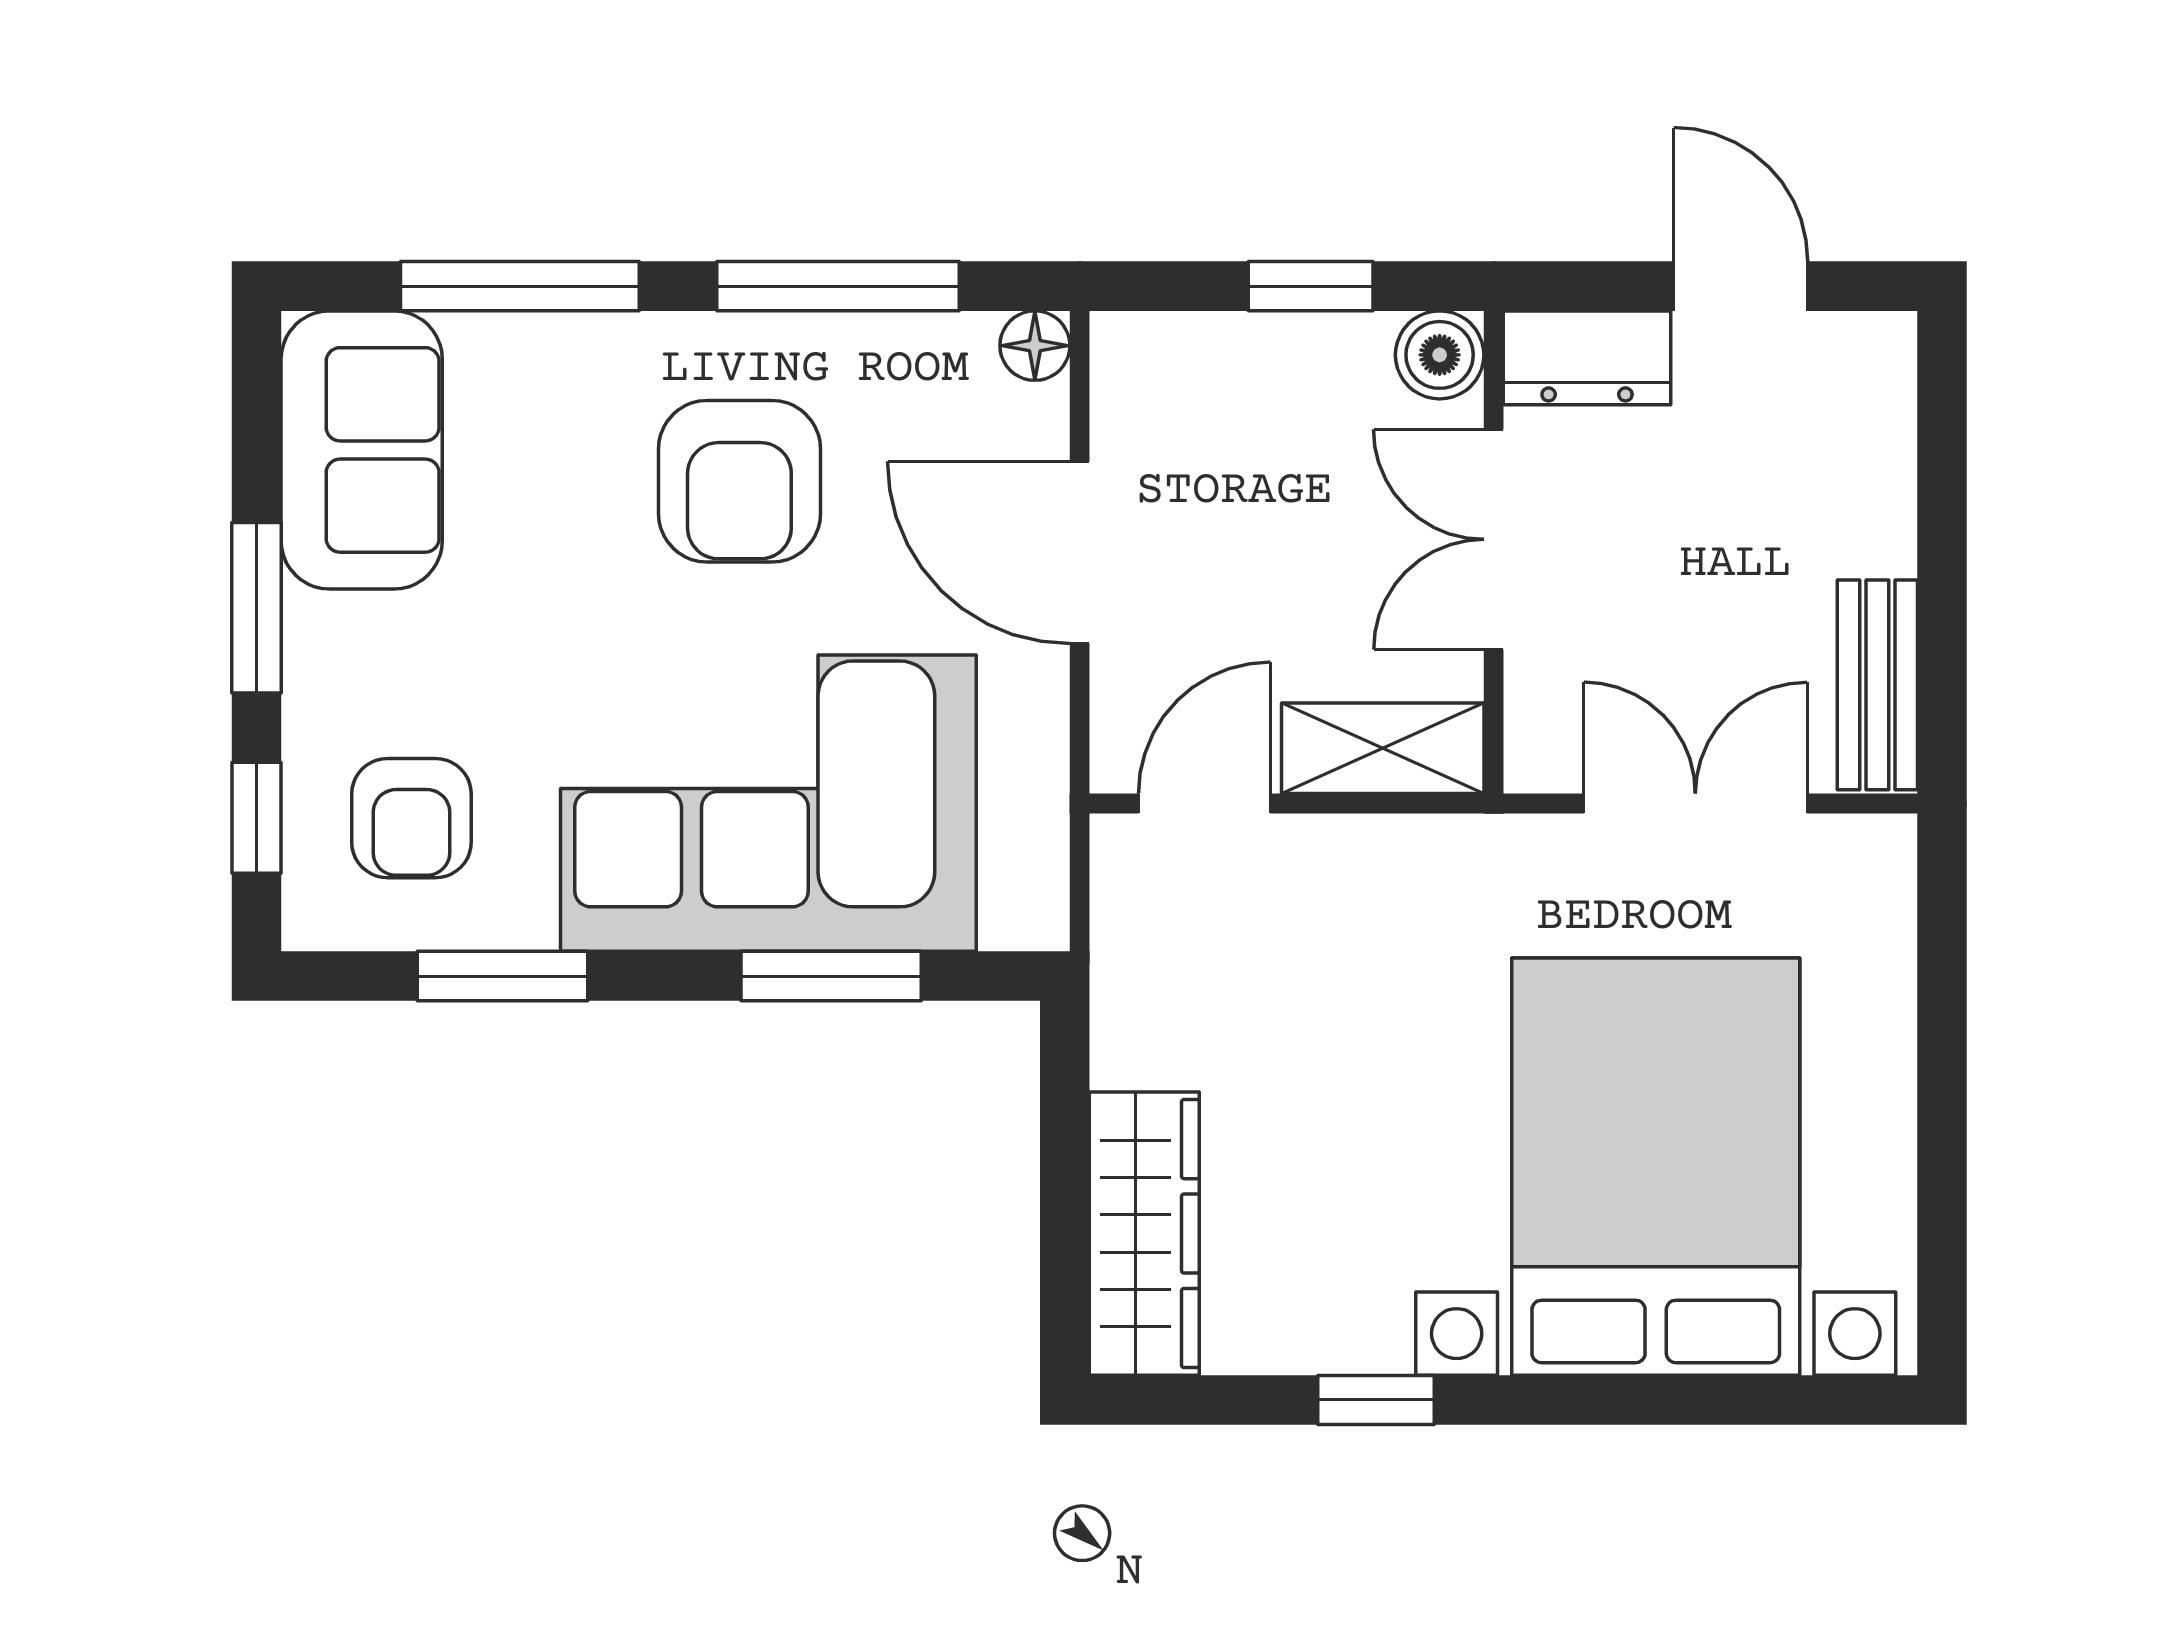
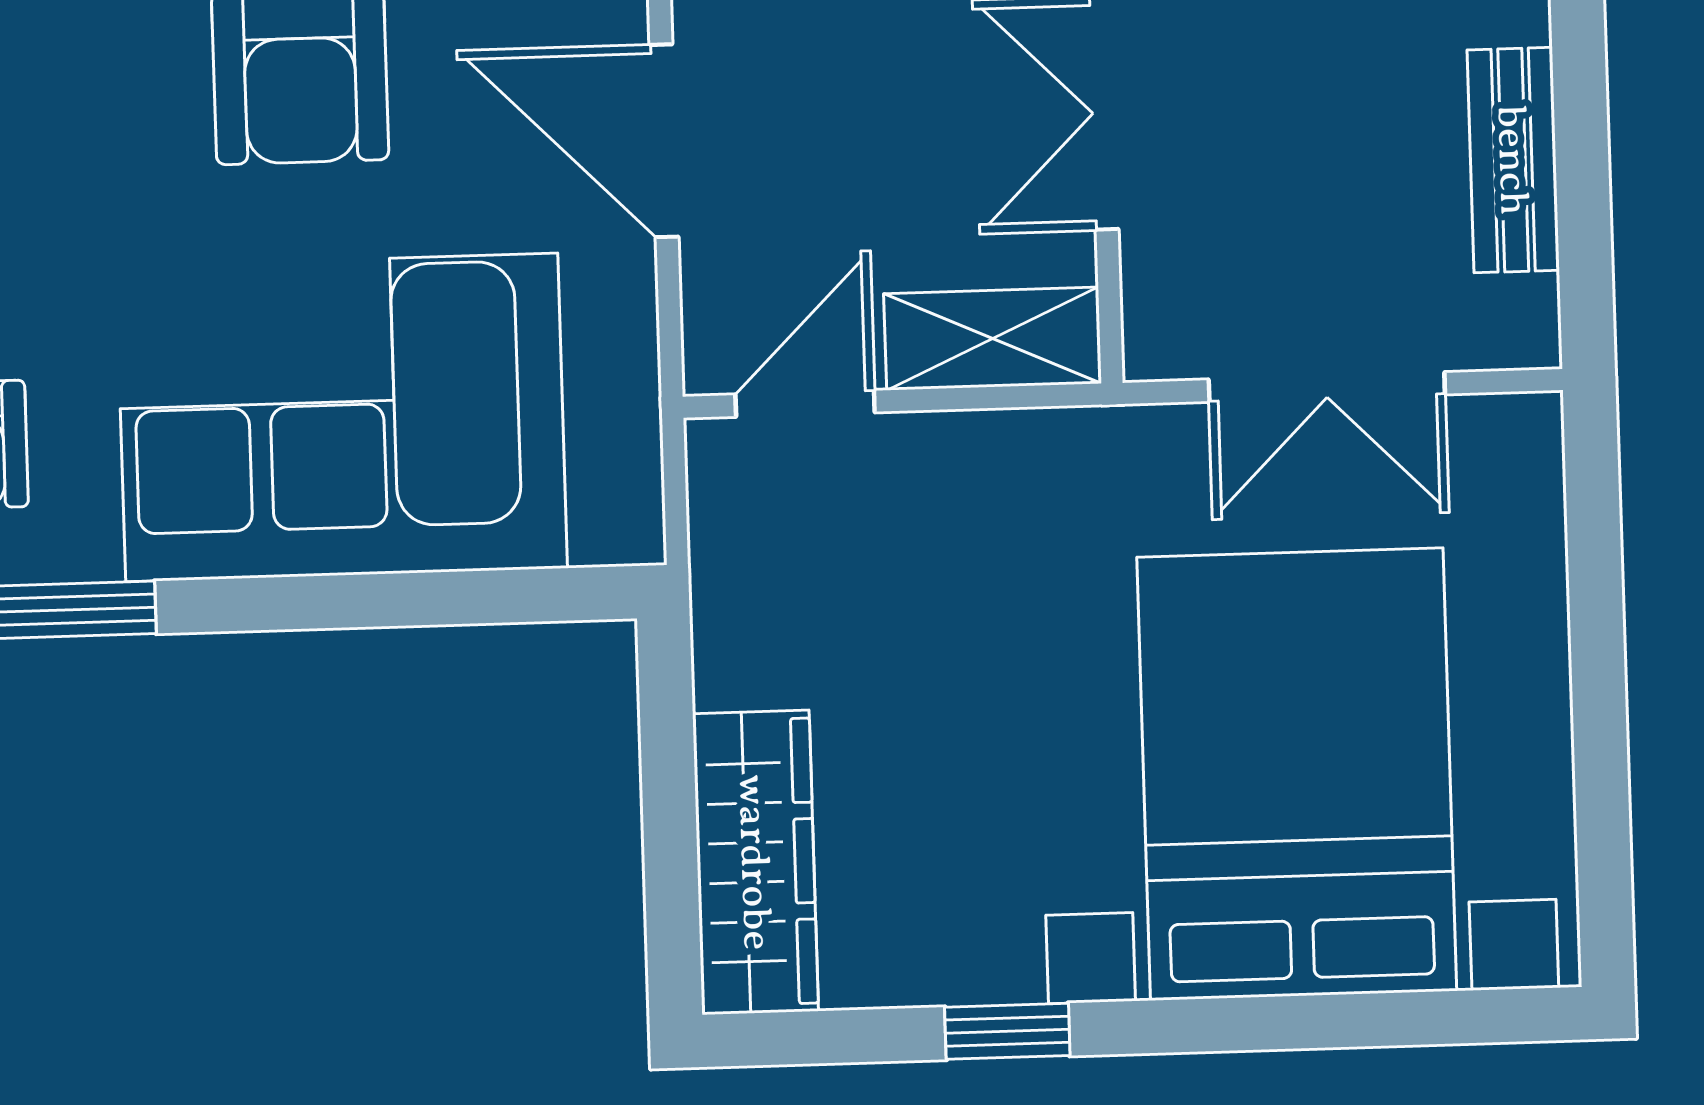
bench: (1877, 685) -> (1513, 160), moved
double door: (1695, 804) -> (1327, 387), swing flipped
window: (831, 976) -> (414, 599), removed

